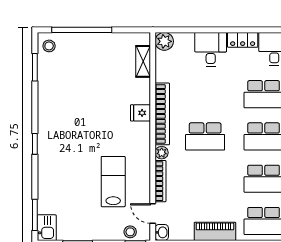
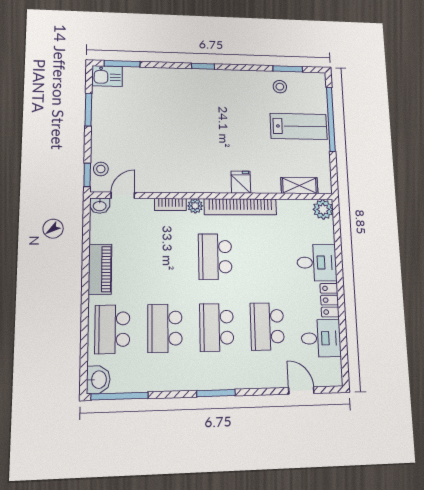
stool: (49, 46) -> (280, 87), moved
bookcase: (161, 181) -> (170, 204), width x0.64
lab bench: (113, 182) -> (299, 126), moved

